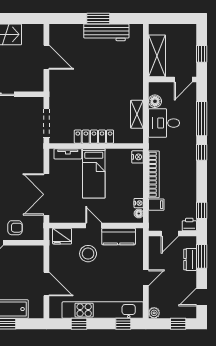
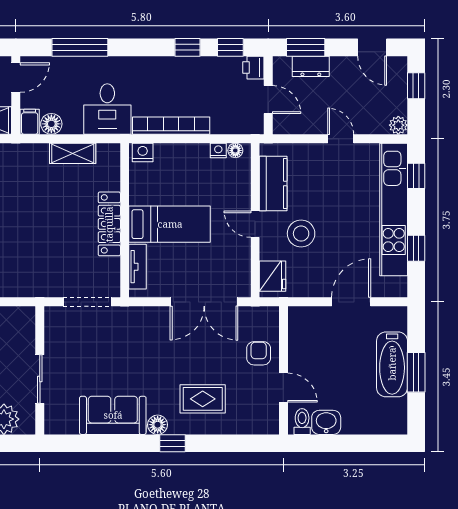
door: (183, 80) -> (16, 78), hinge flipped
desk: (164, 123) -> (107, 109), moved
window: (202, 152) -> (188, 47), moved
filing cabinet: (156, 205) -> (30, 122), moved
door: (94, 226) -> (255, 224), hinge flipped

